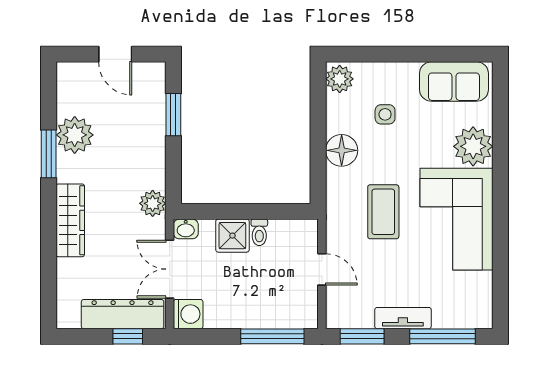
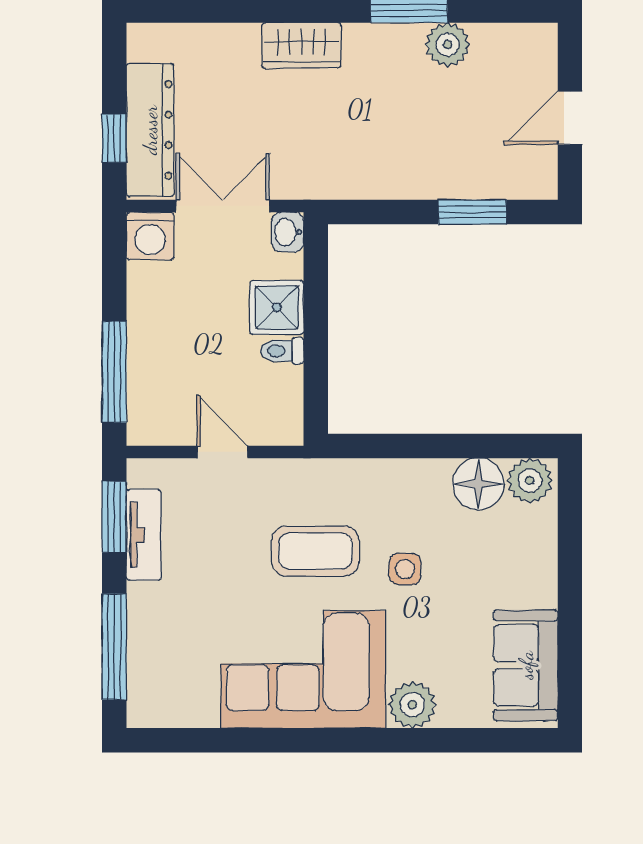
side table: (385, 114) -> (405, 569), moved
plant: (75, 135) -> (447, 45), width x0.73, depth x0.73
plant: (473, 146) -> (412, 705), width x0.73, depth x0.73
floor lamp: (342, 150) -> (478, 484), moved
plant: (153, 203) -> (329, 179), removed
wardrobe: (70, 220) -> (302, 45), width x0.67
door: (322, 269) -> (222, 452), swing flipped
tv unit: (403, 318) -> (144, 535), moved

